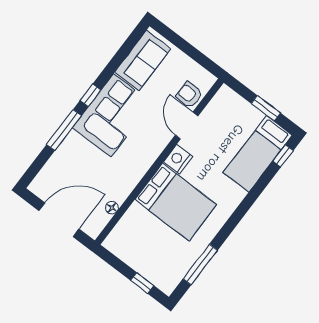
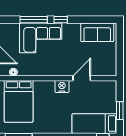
armchair: (189, 95) -> (98, 68), removed
corner sofa: (112, 115) -> (41, 38), moved
bed: (176, 202) -> (19, 101), moved

